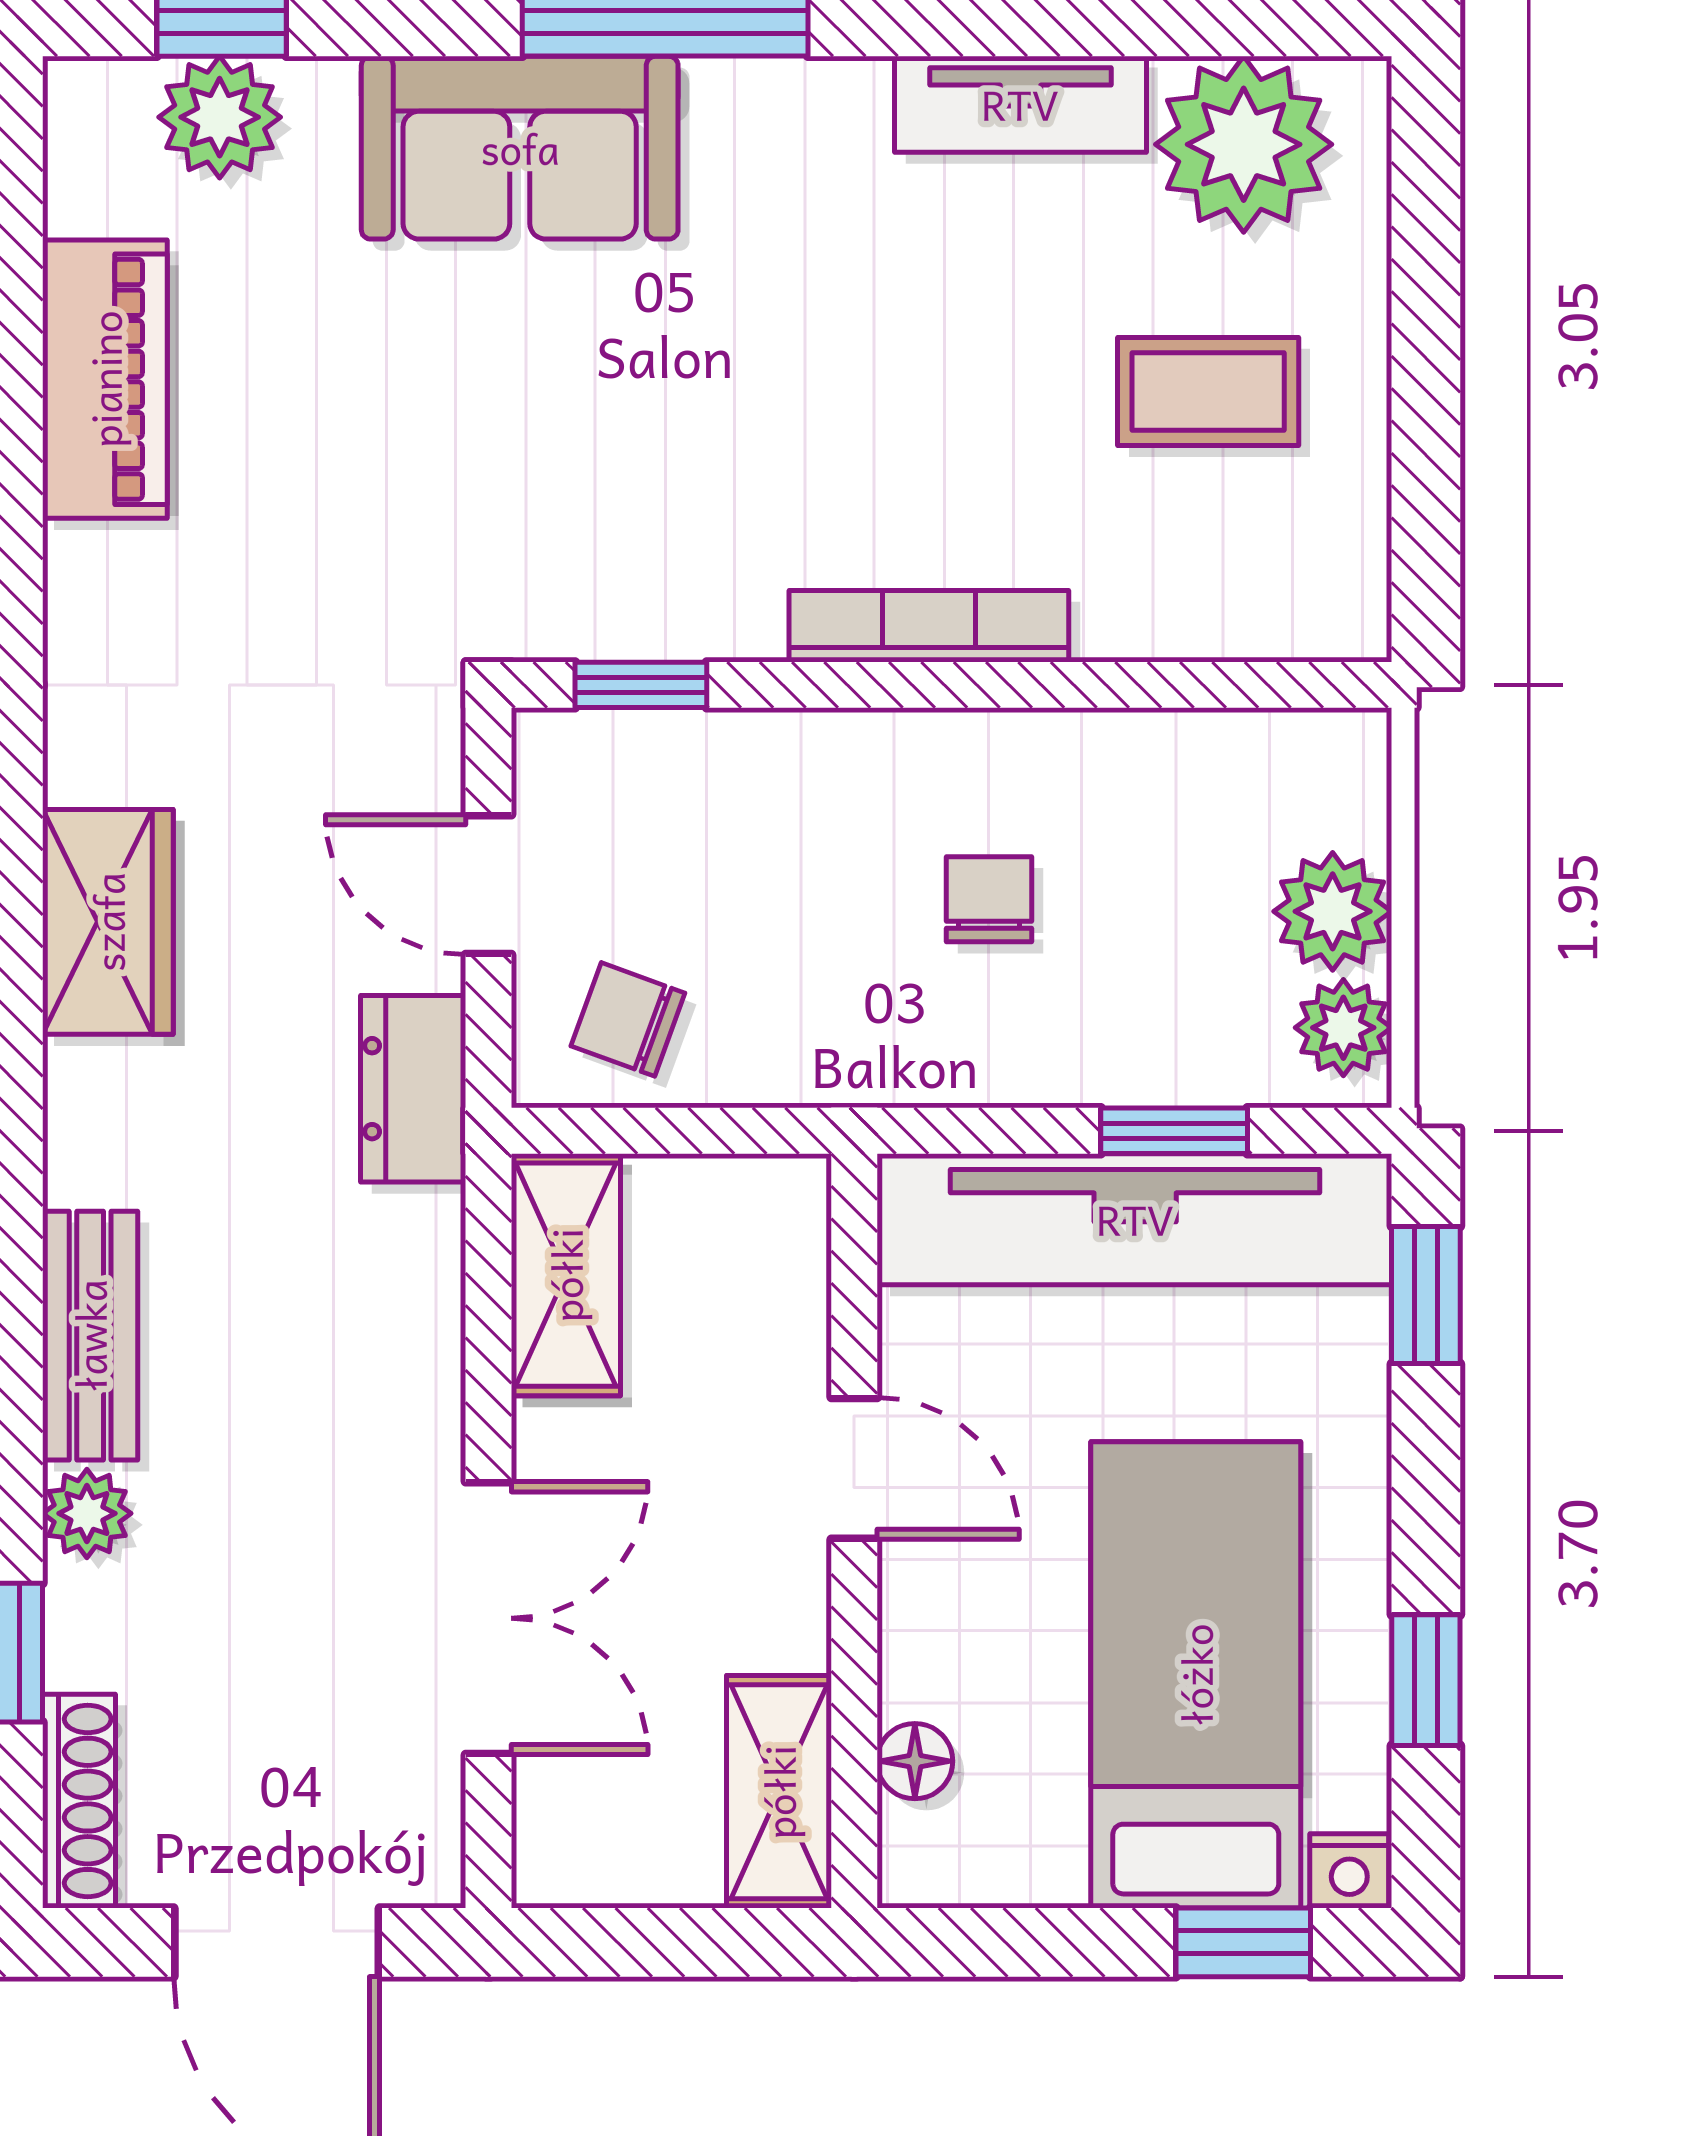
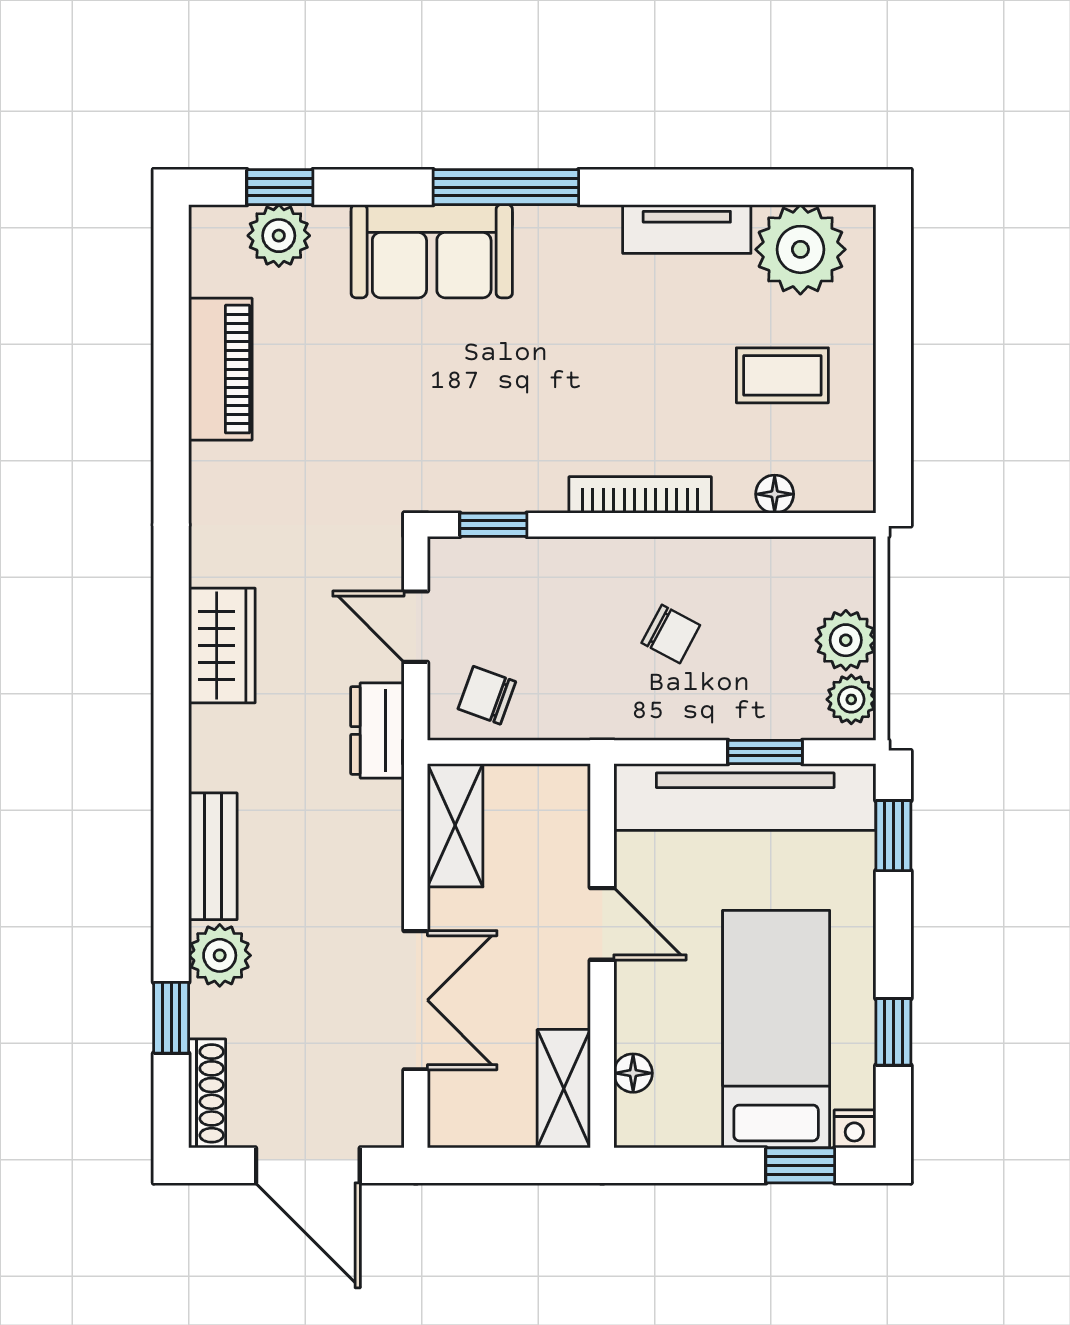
floor lamp: (1193, 625) -> (775, 494), added
chair: (989, 899) -> (671, 634), turned 118
plant: (87, 1513) -> (220, 955), width x1.38, depth x1.38

